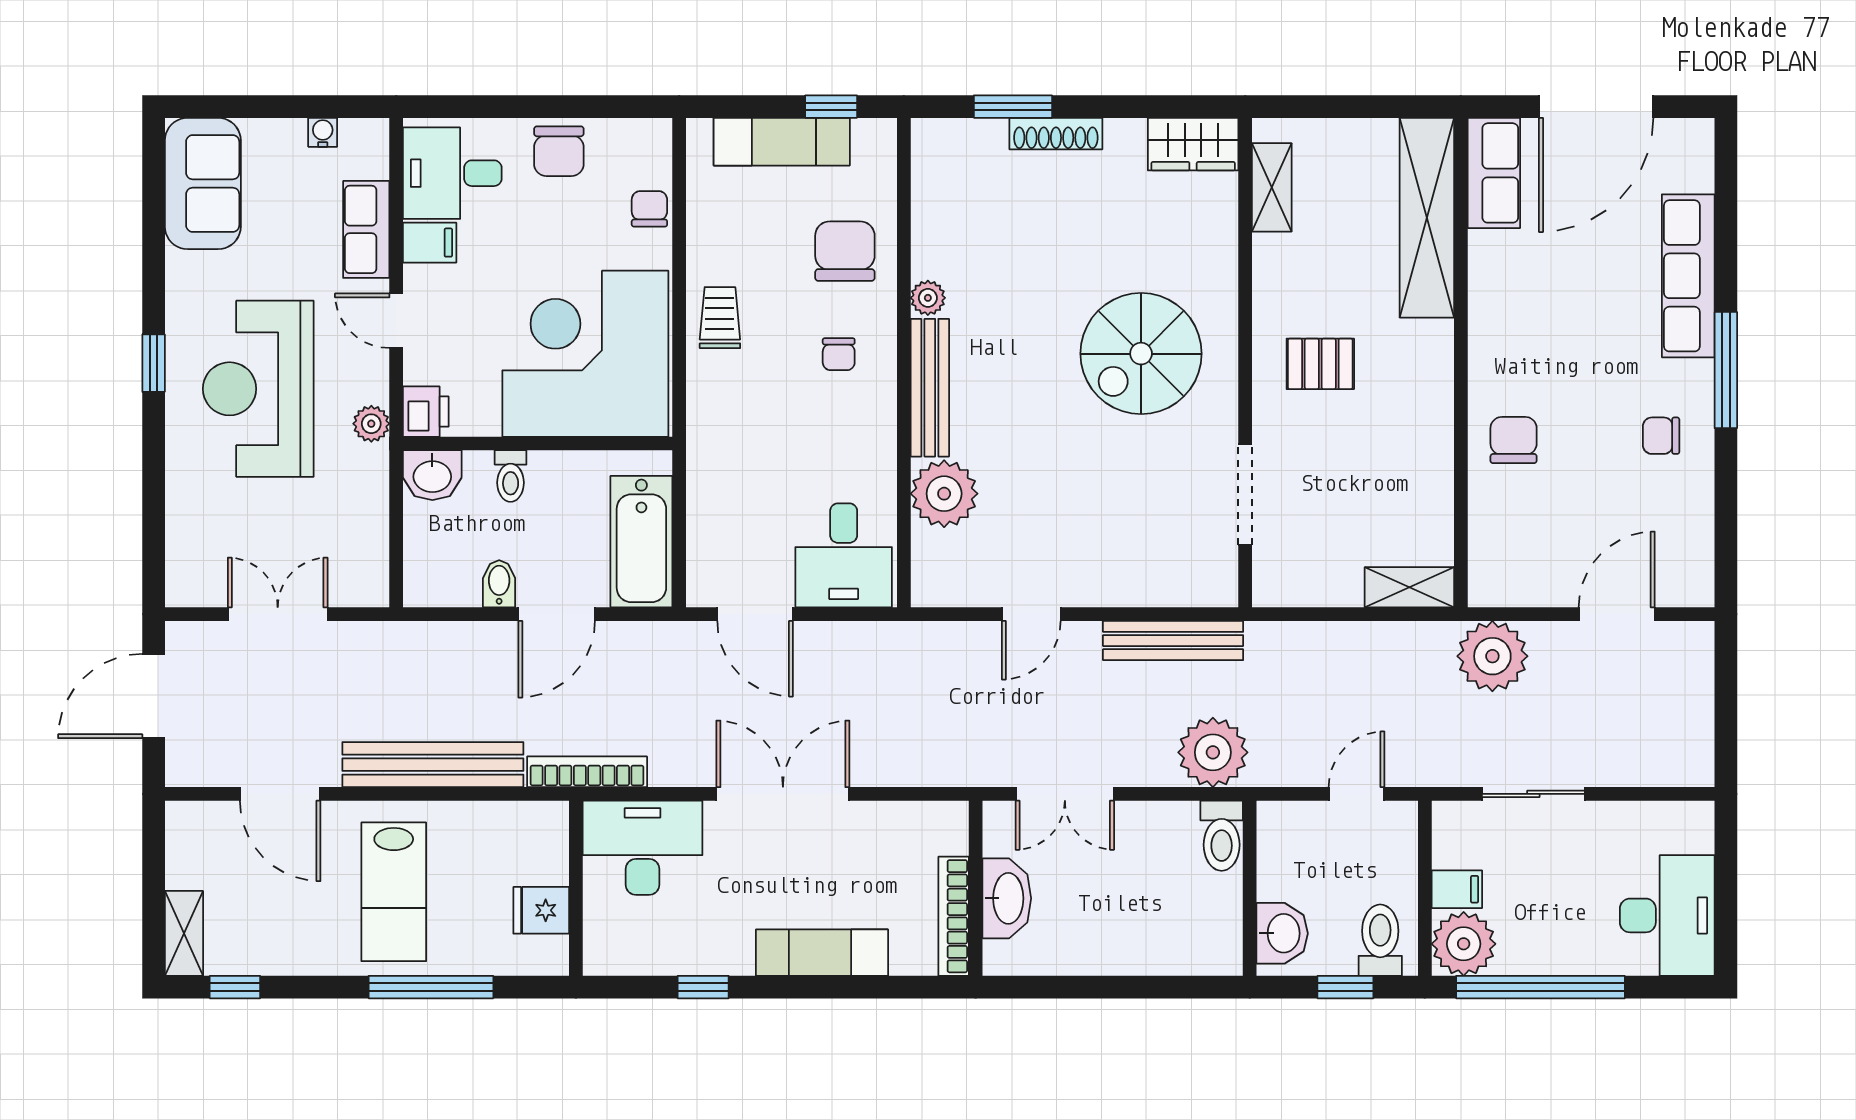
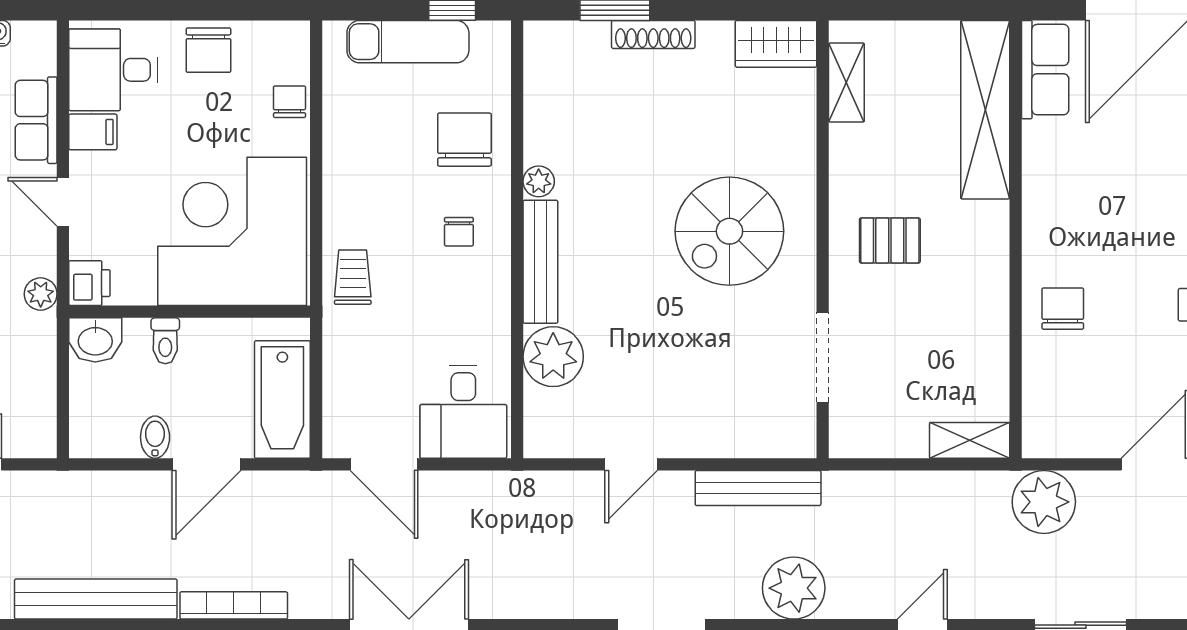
trolley: (720, 318) -> (353, 277), moved

